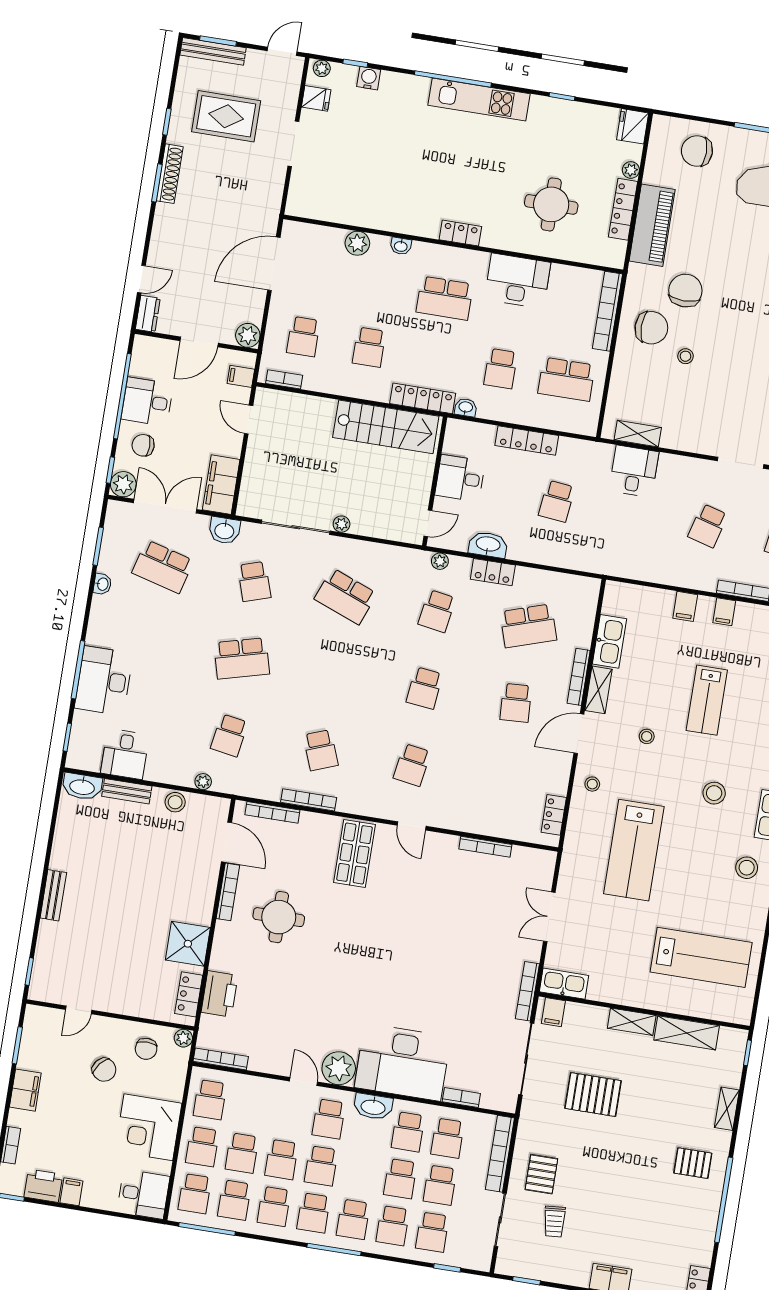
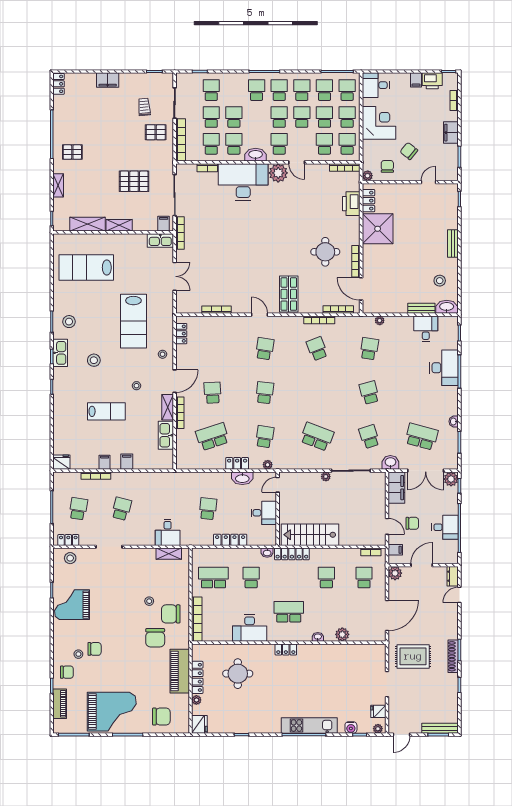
kitchen unit: (479, 100) -> (309, 726), moved
rug: (226, 116) -> (413, 656), moved
chair: (143, 445) -> (412, 523), moved
school desk: (242, 658) -> (369, 393), width x0.54
lab bench: (707, 700) -> (106, 411), turned 90
stool: (175, 802) -> (440, 281), moved
lab bench: (634, 850) -> (133, 321), turned 180
shower: (188, 944) -> (378, 229), width x1.37, depth x1.37
pallet: (541, 1174) -> (156, 132), turned 90
school desk: (393, 1226) -> (324, 144), moved

